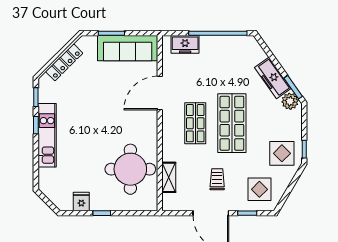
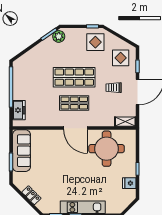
locker: (64, 62) -> (31, 195), width x0.66
freezer: (273, 78) -> (42, 48), removed
door: (160, 93) -> (76, 128), moved
shelving: (169, 177) -> (125, 122), moved

